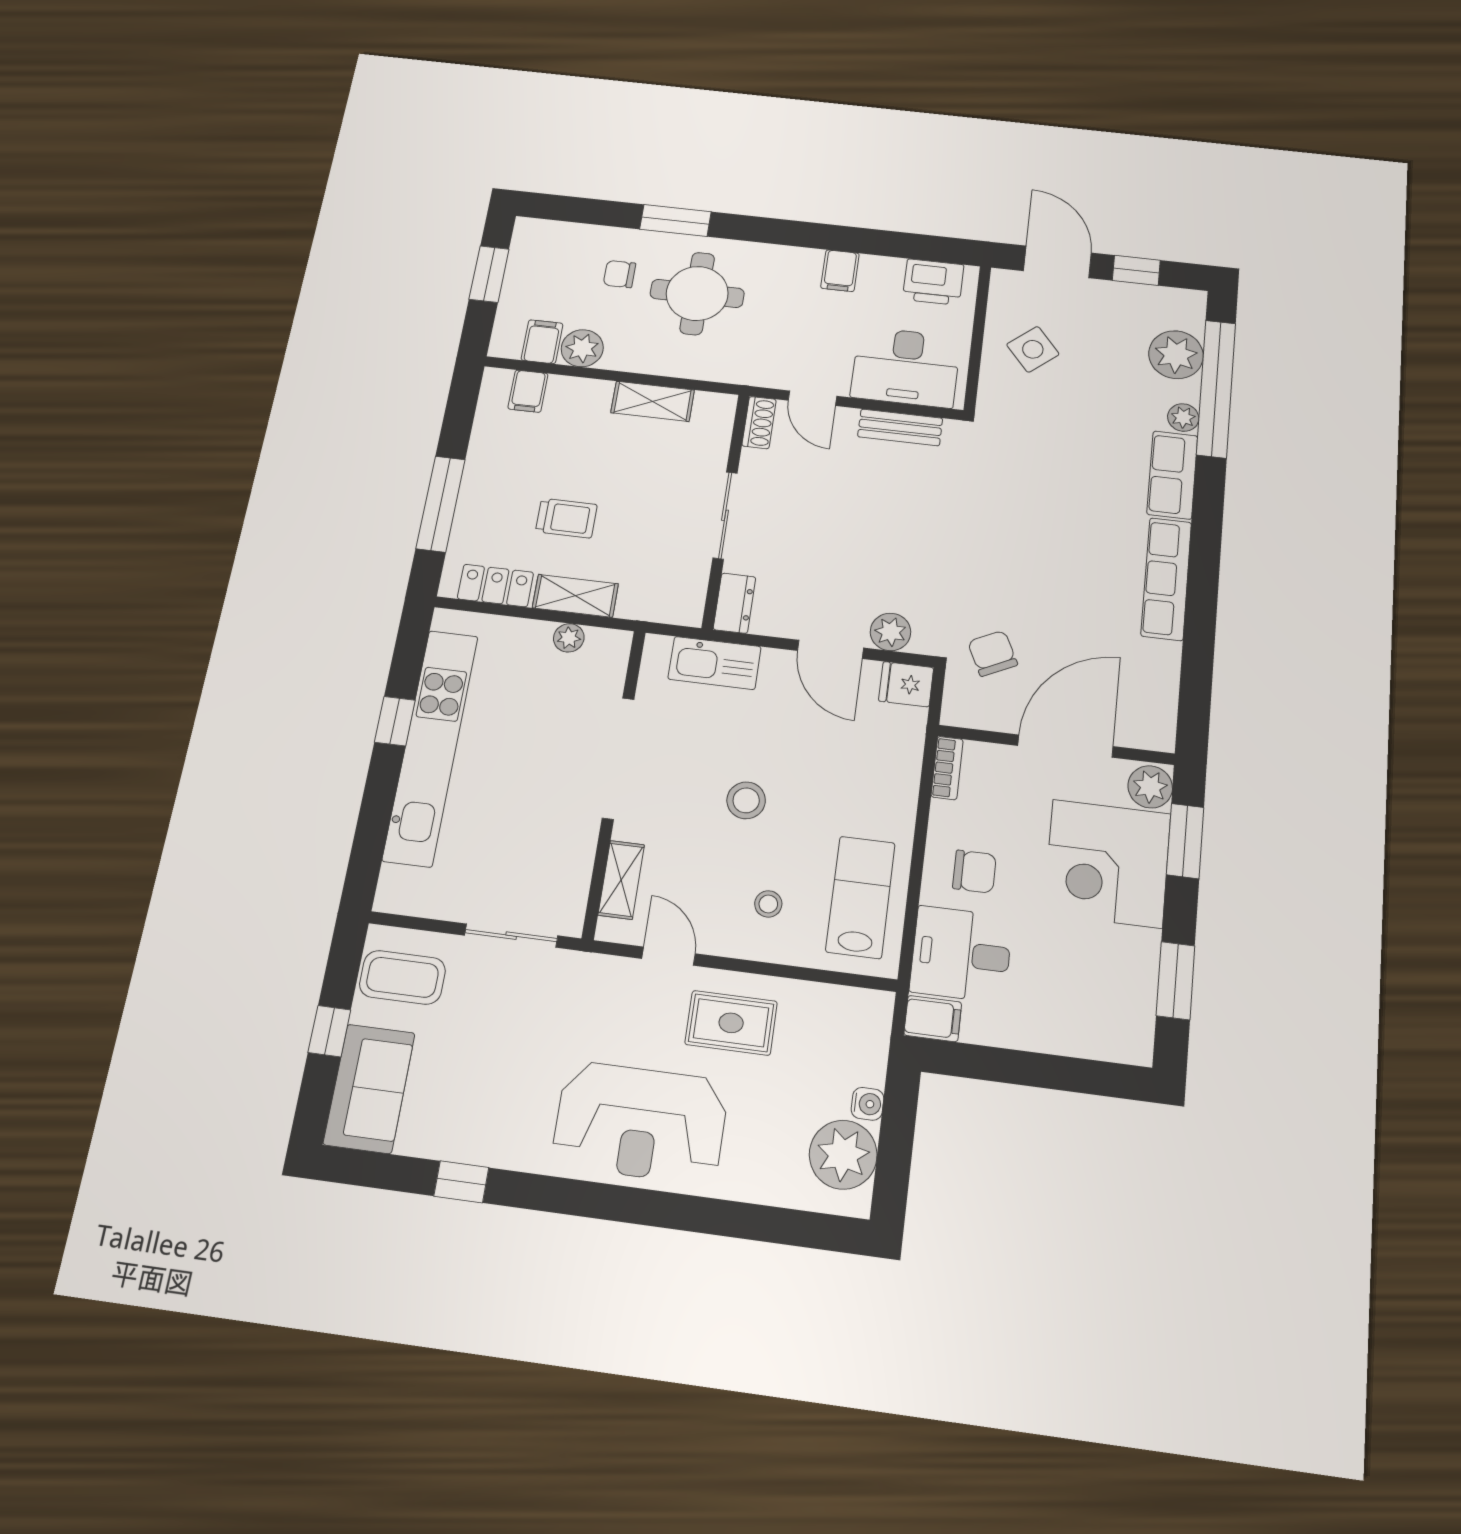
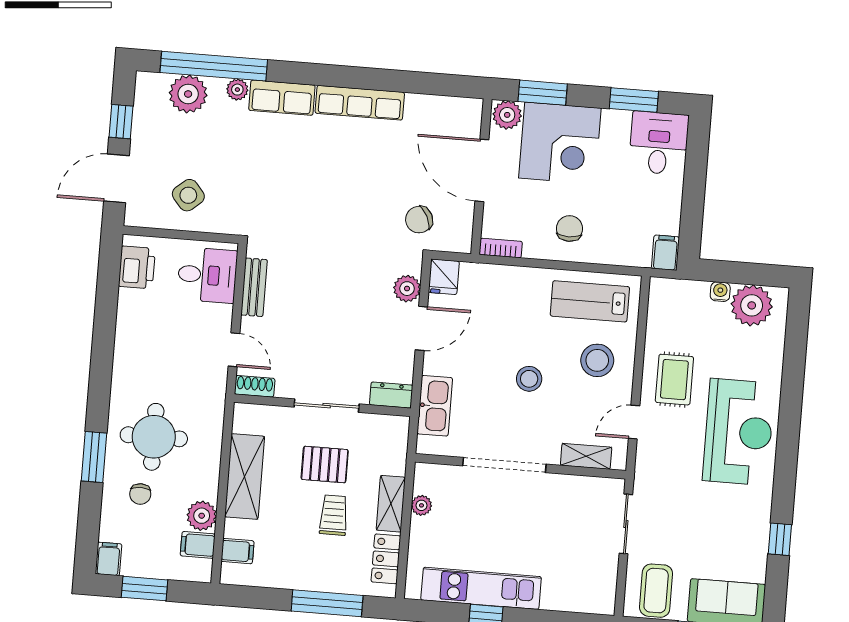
filing cabinet: (840, 271) -> (109, 559), moved, turned -90
desk: (906, 367) -> (207, 275), width x0.73
door: (812, 398) -> (234, 350), hinge flipped
shelving: (653, 401) -> (245, 477), width x1.50, depth x1.33
pallet: (640, 509) -> (325, 465), added
kitchen unit: (431, 747) -> (481, 588), width x0.73
stool: (768, 904) -> (597, 360), width x1.89, depth x1.89
desk: (961, 954) -> (659, 143), moved, turned 180

